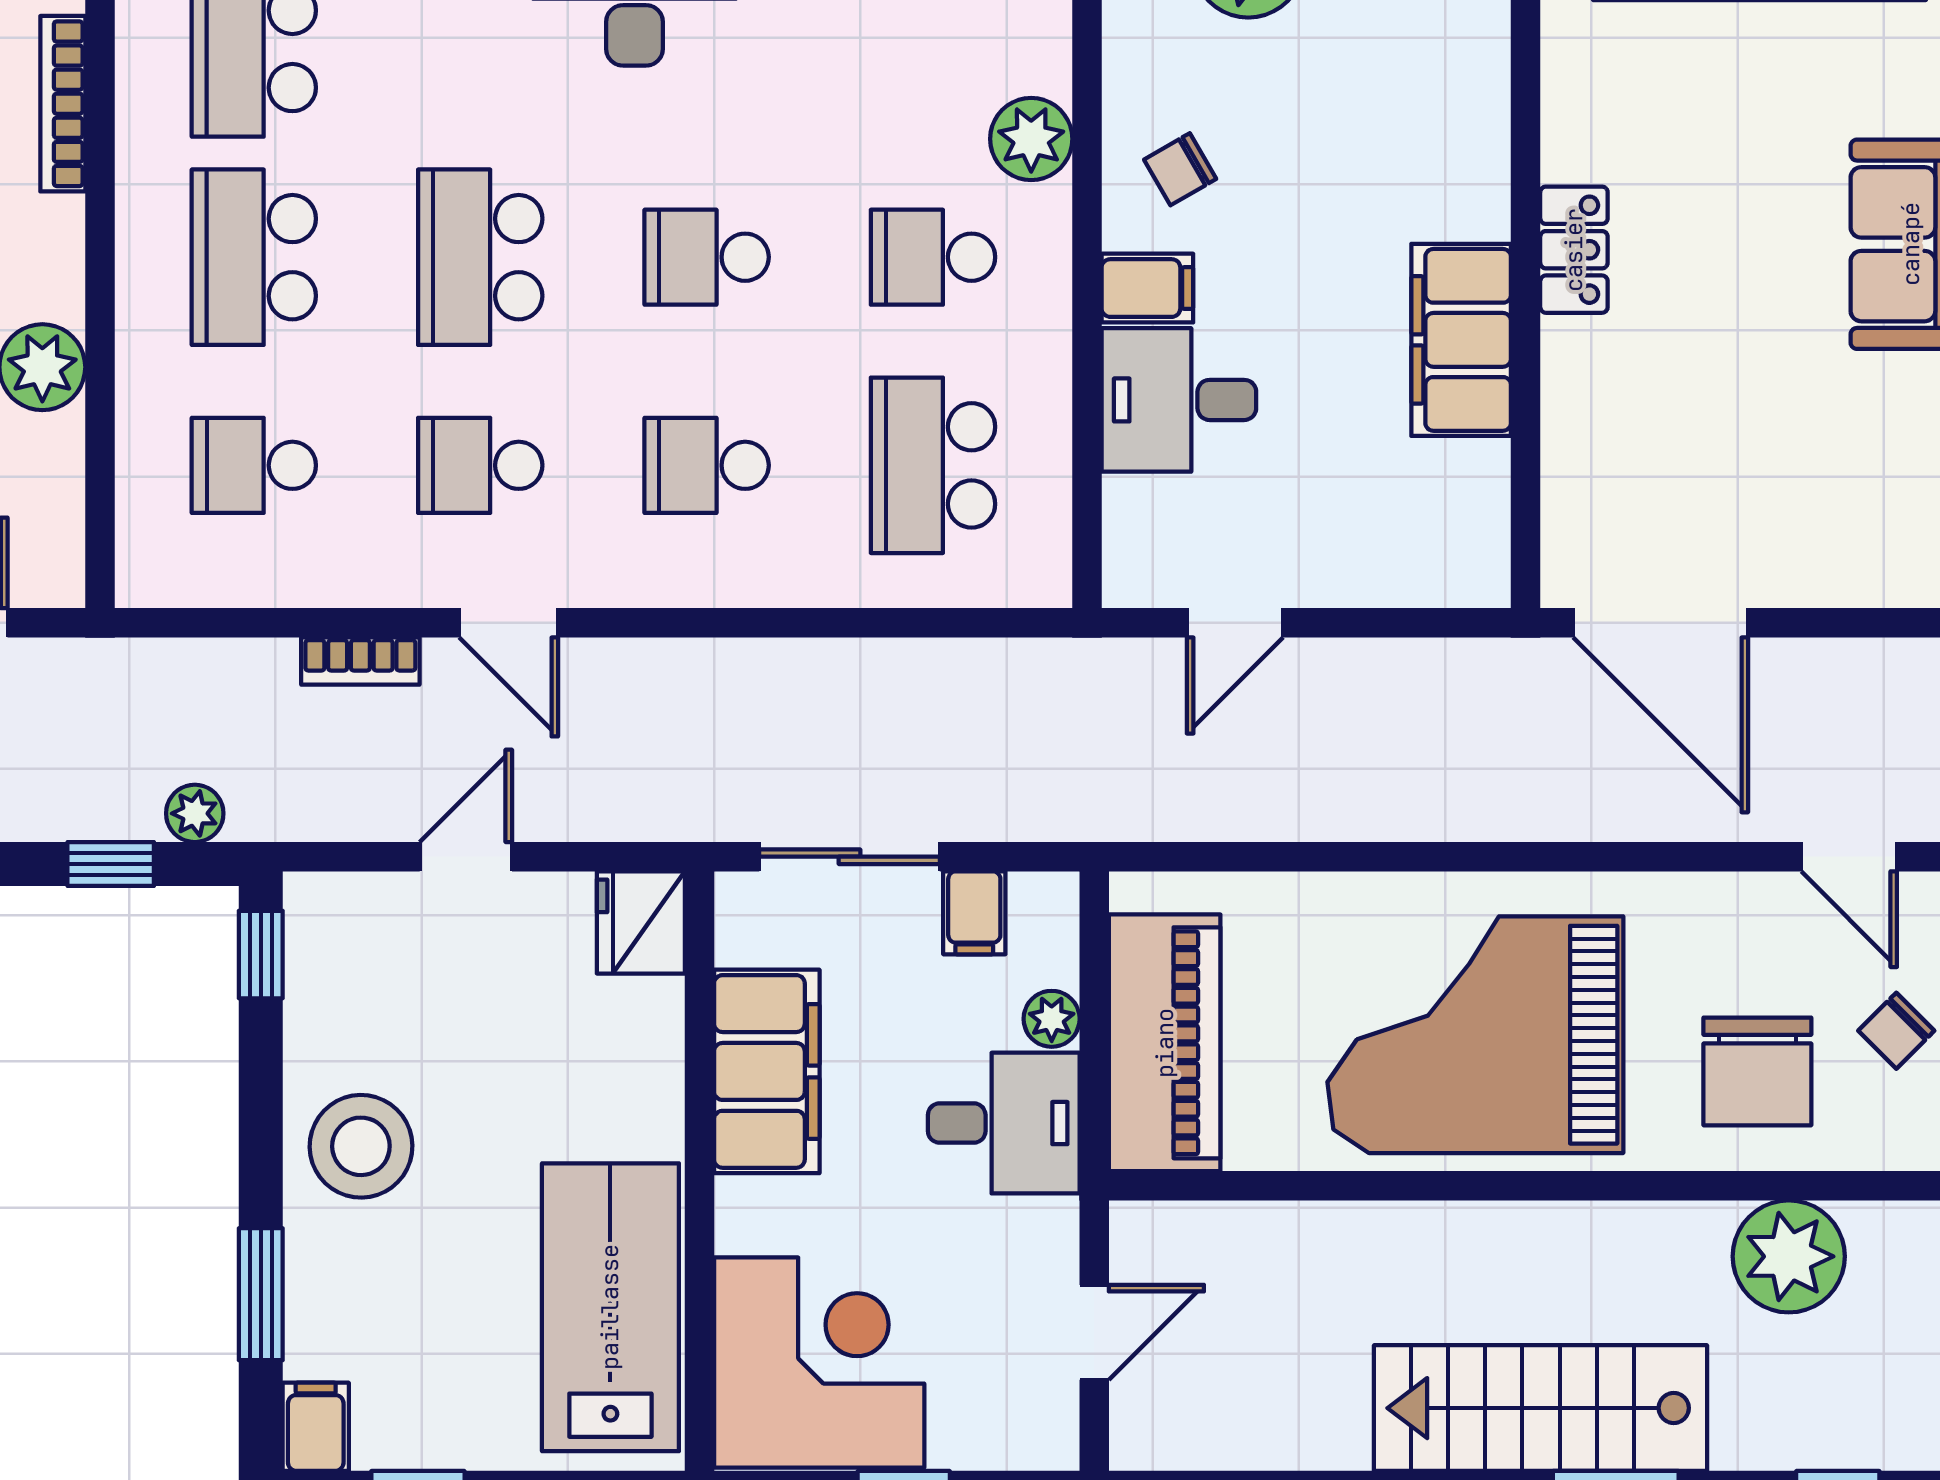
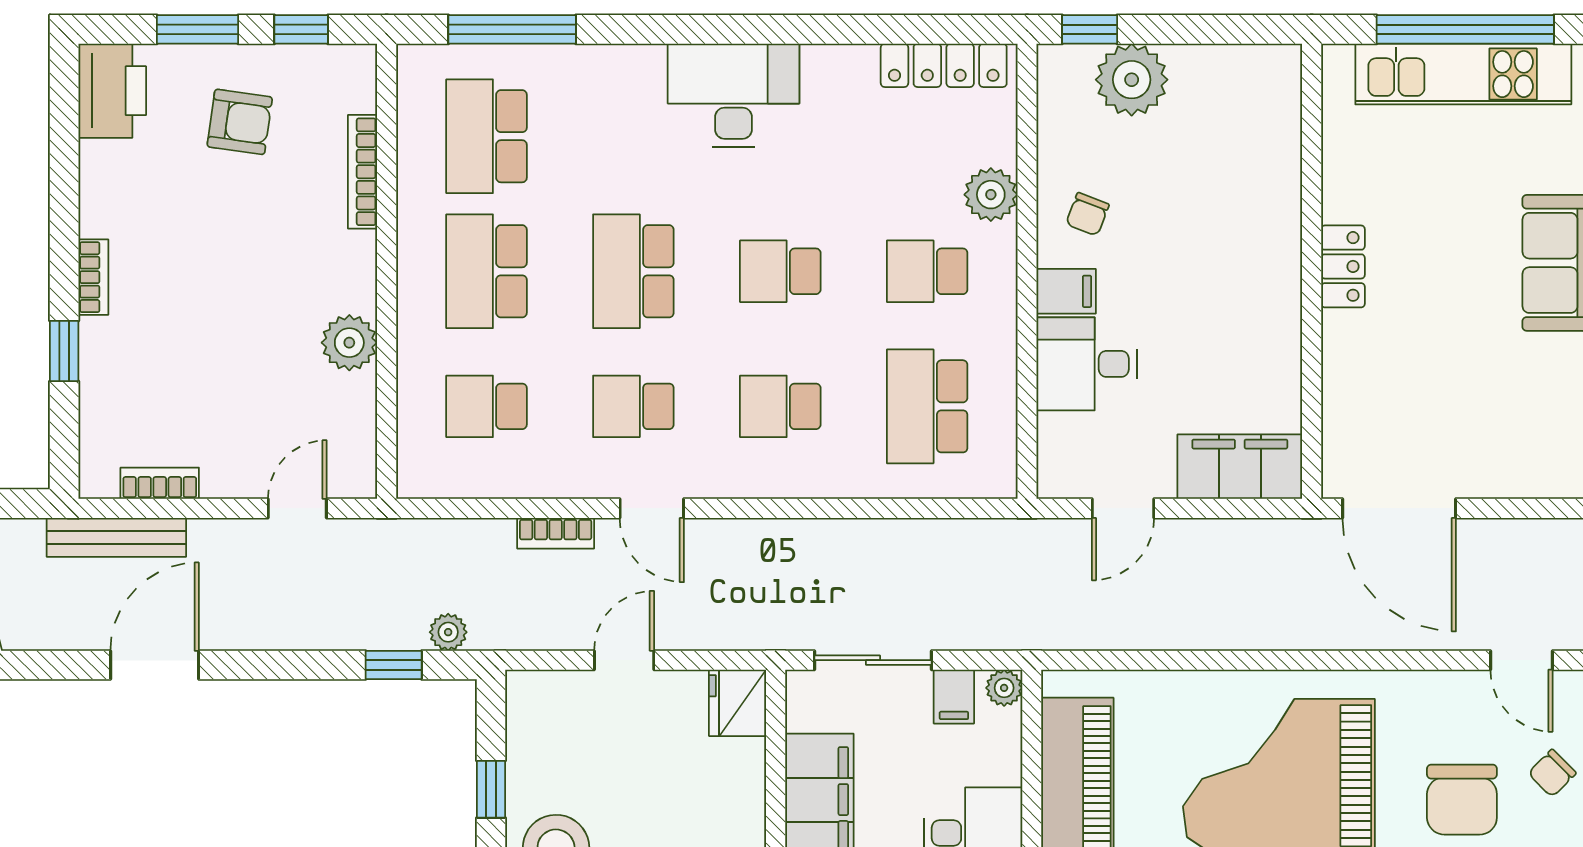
chair: (1180, 169) -> (1087, 214), turned -39
filing cabinet: (1461, 340) -> (1240, 467), moved, turned 90
window: (261, 955) -> (491, 789), moved
plant: (1052, 1019) -> (1004, 688), moved

